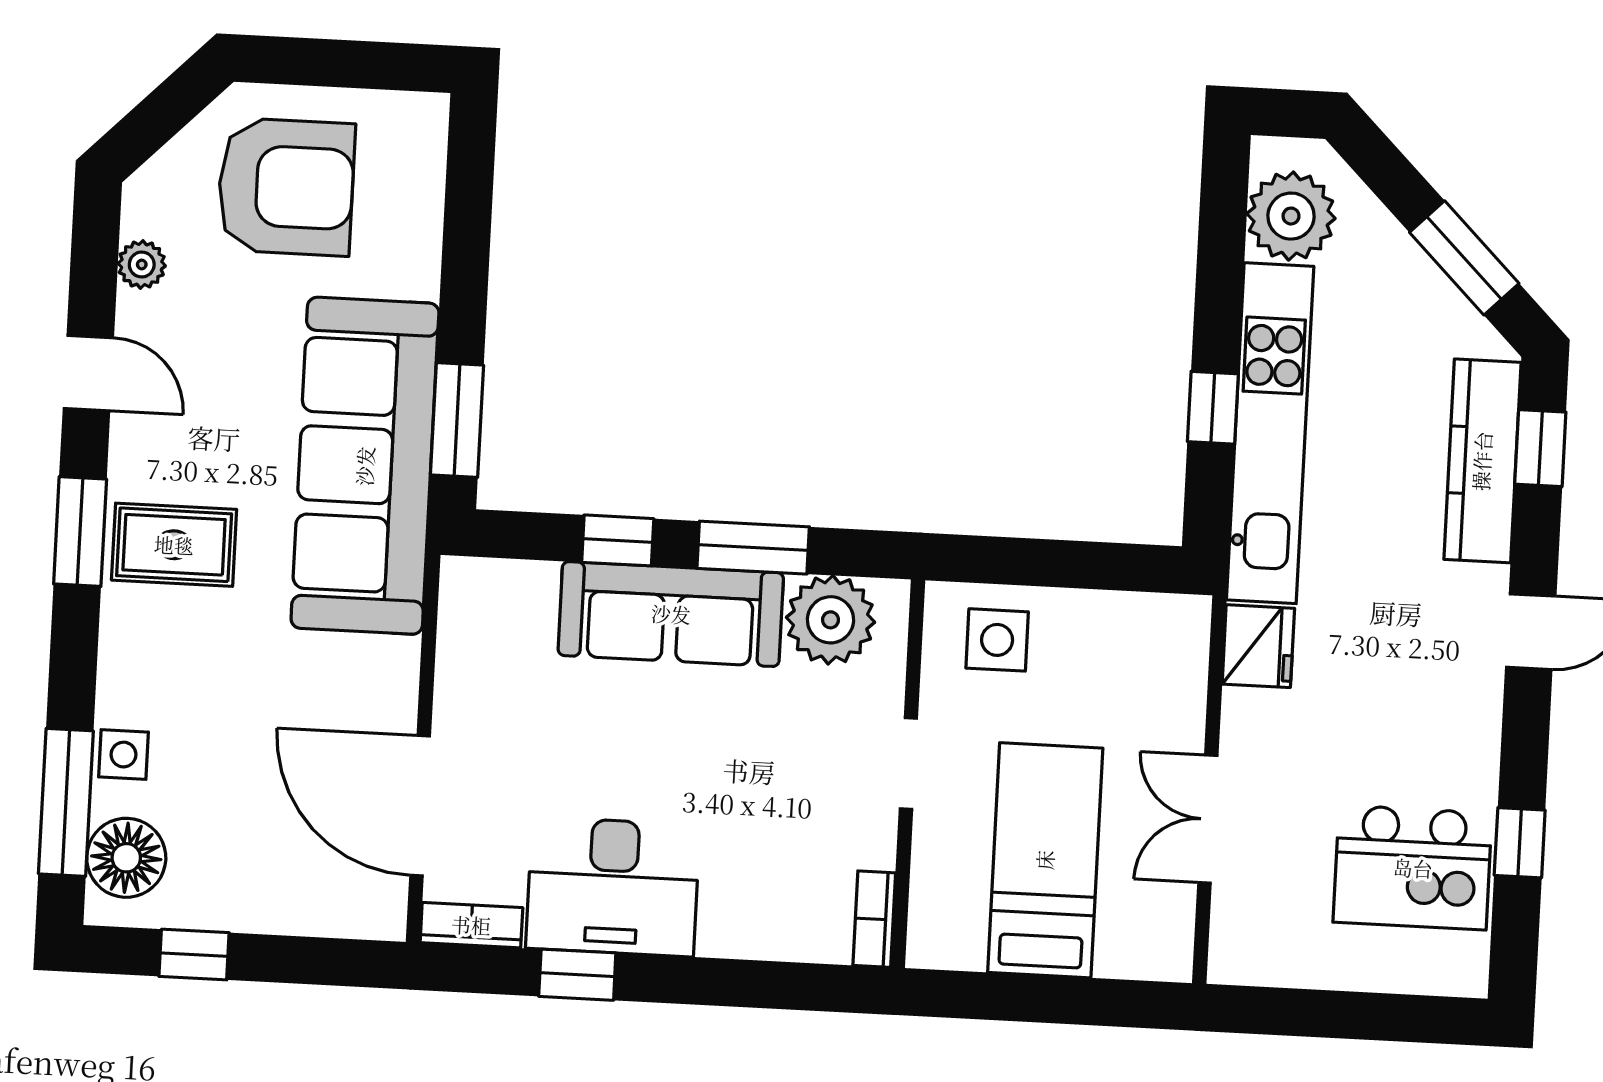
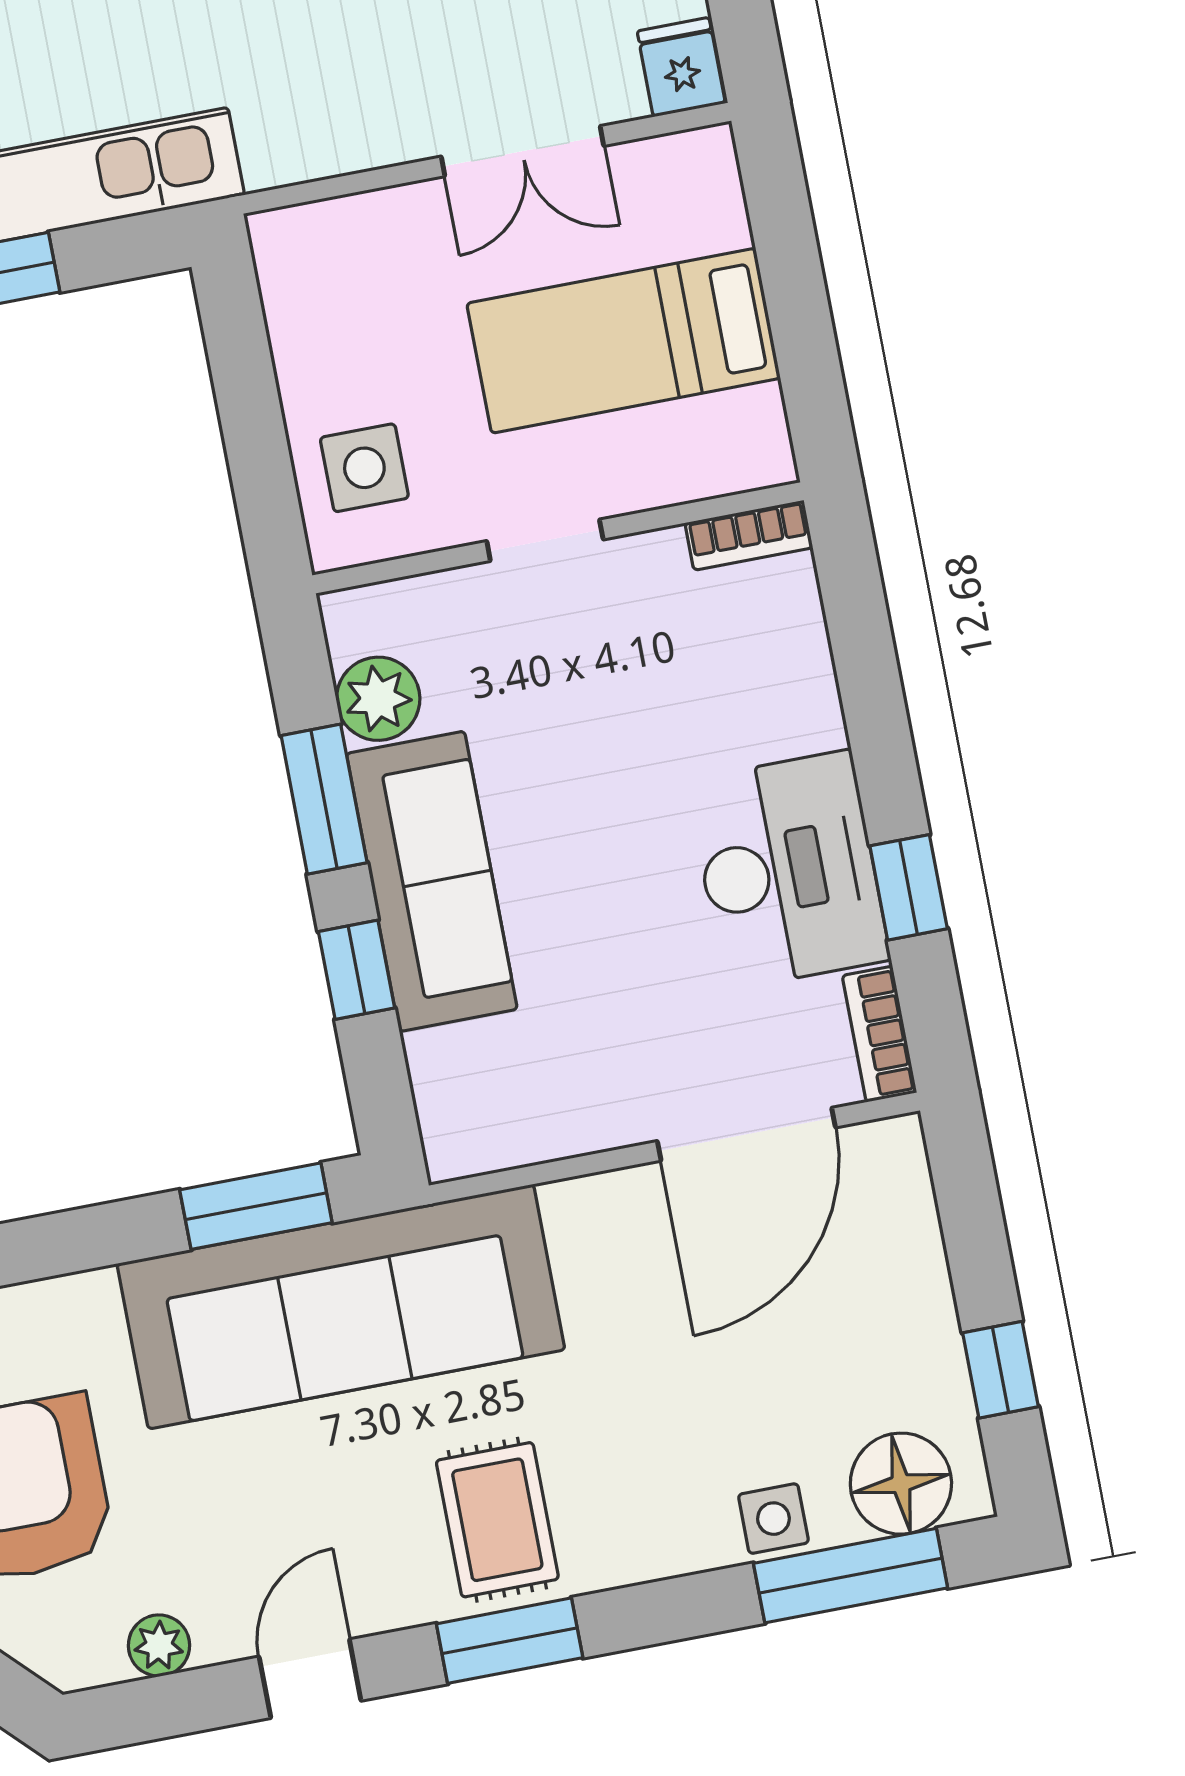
plant: (830, 620) -> (378, 699), width x0.73, depth x0.73
fridge: (1258, 646) -> (681, 67), moved, width x0.72

